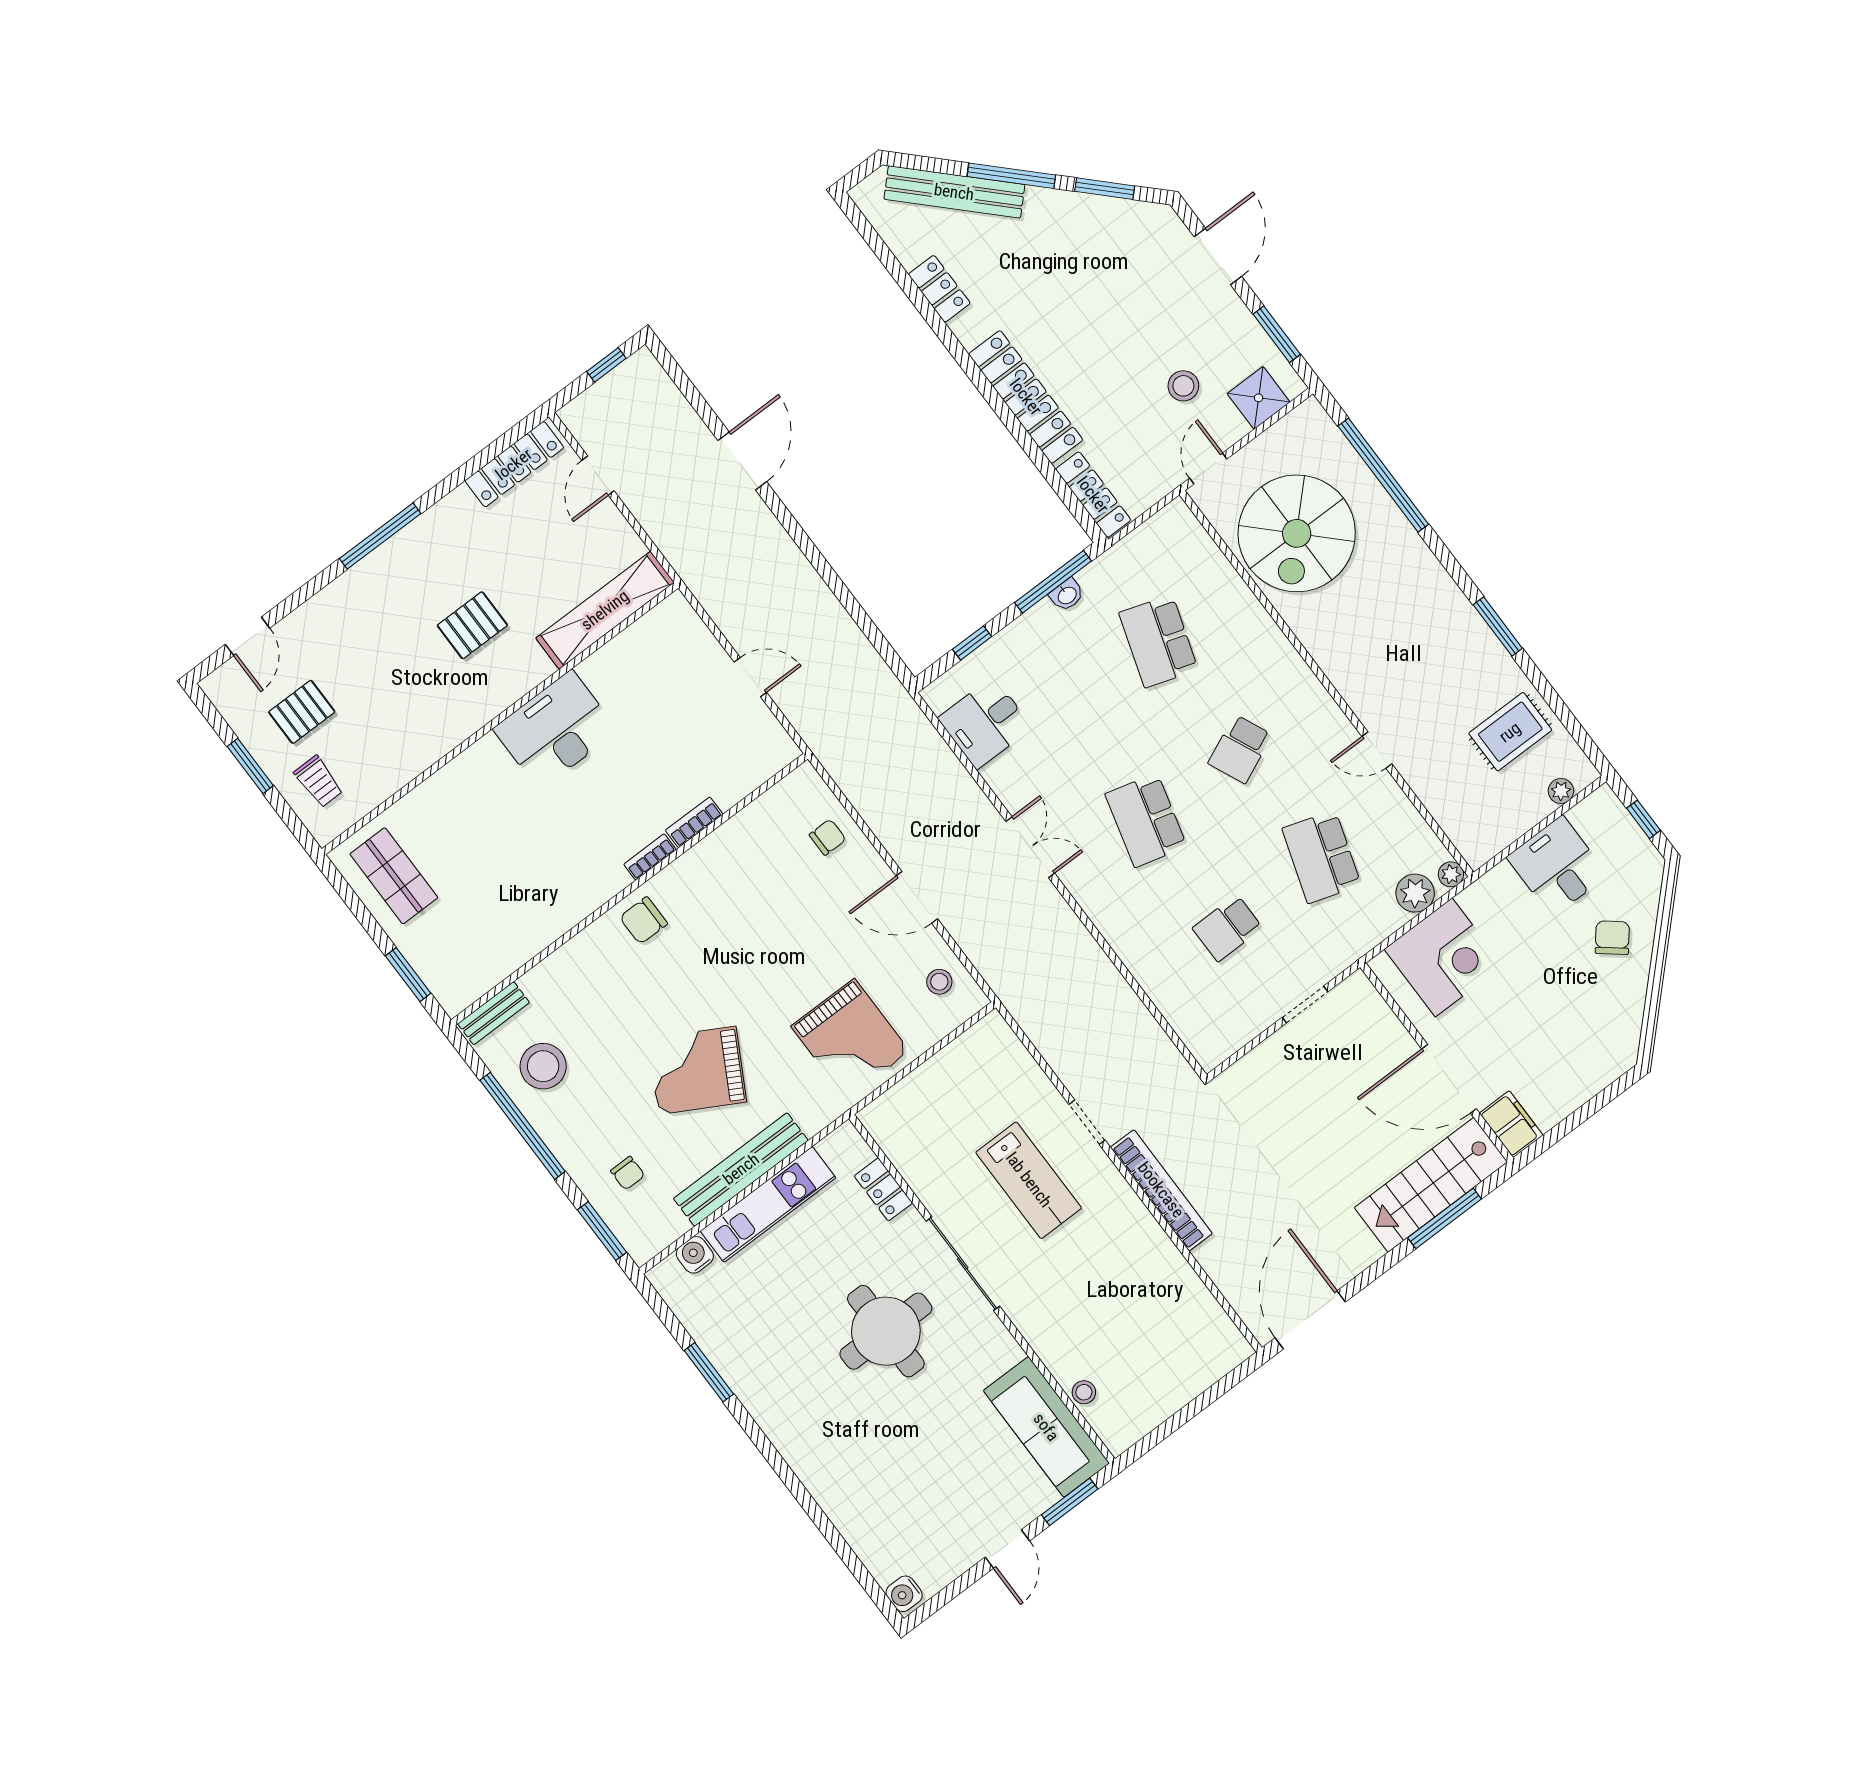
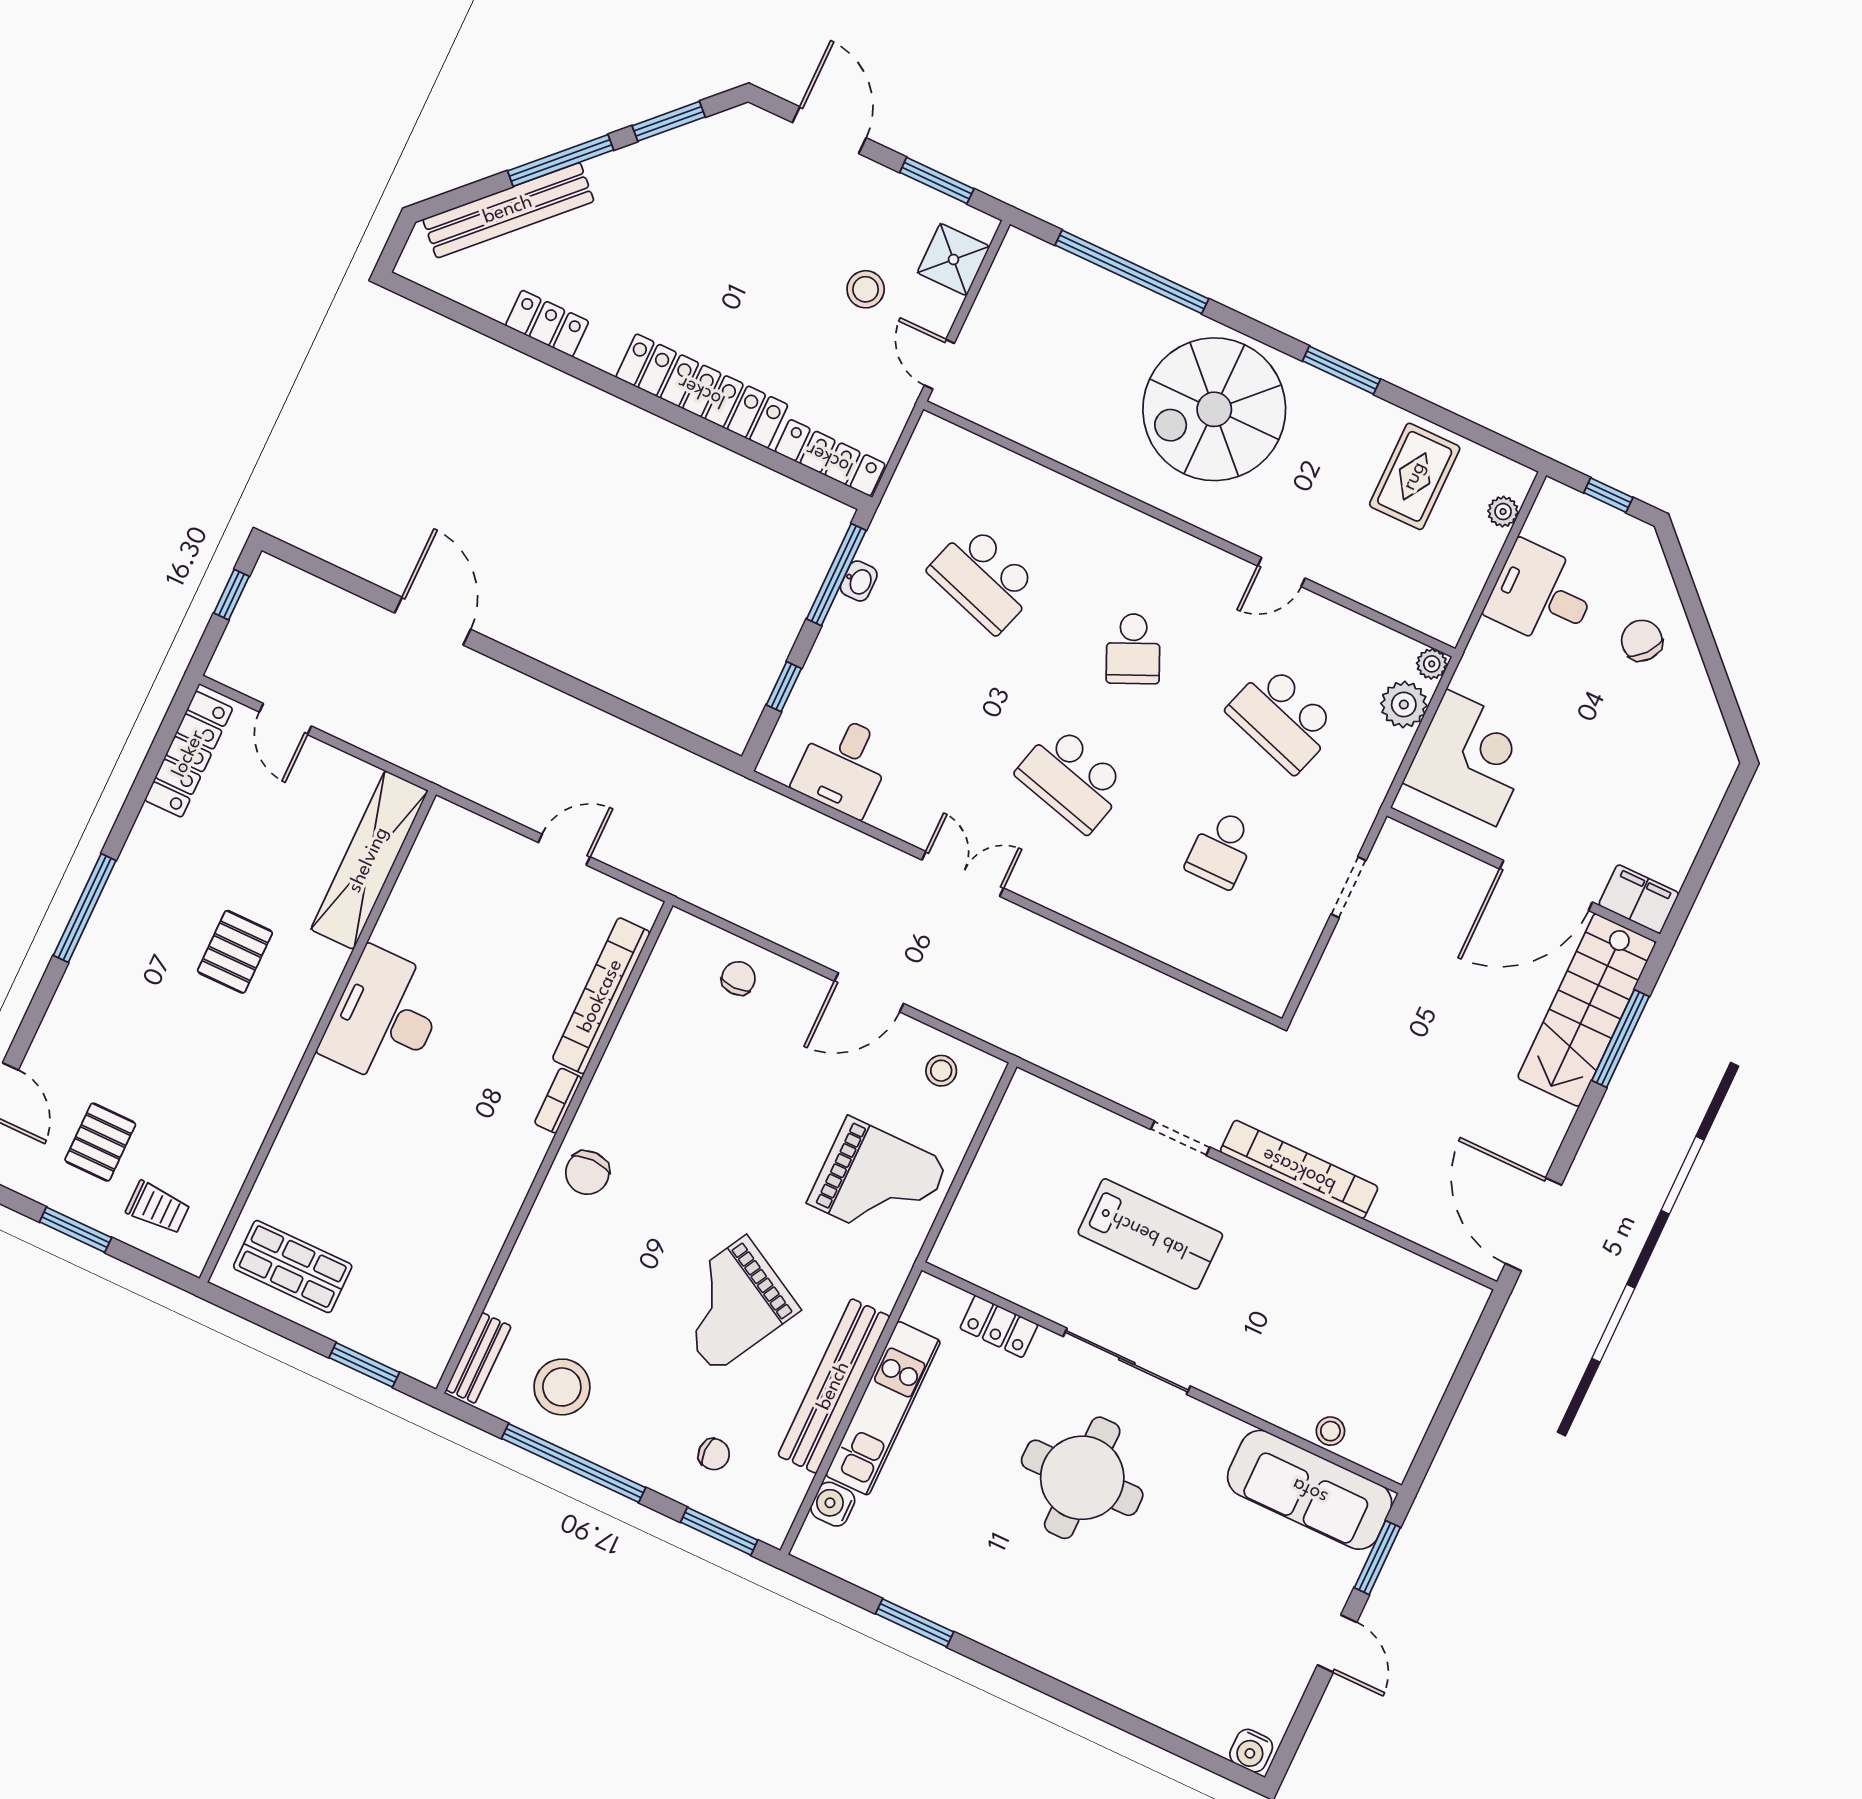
spiral stairs: (1297, 533) -> (1214, 409), moved, turned 90
bookcase: (694, 822) -> (601, 996), width x2.31, depth x1.31

